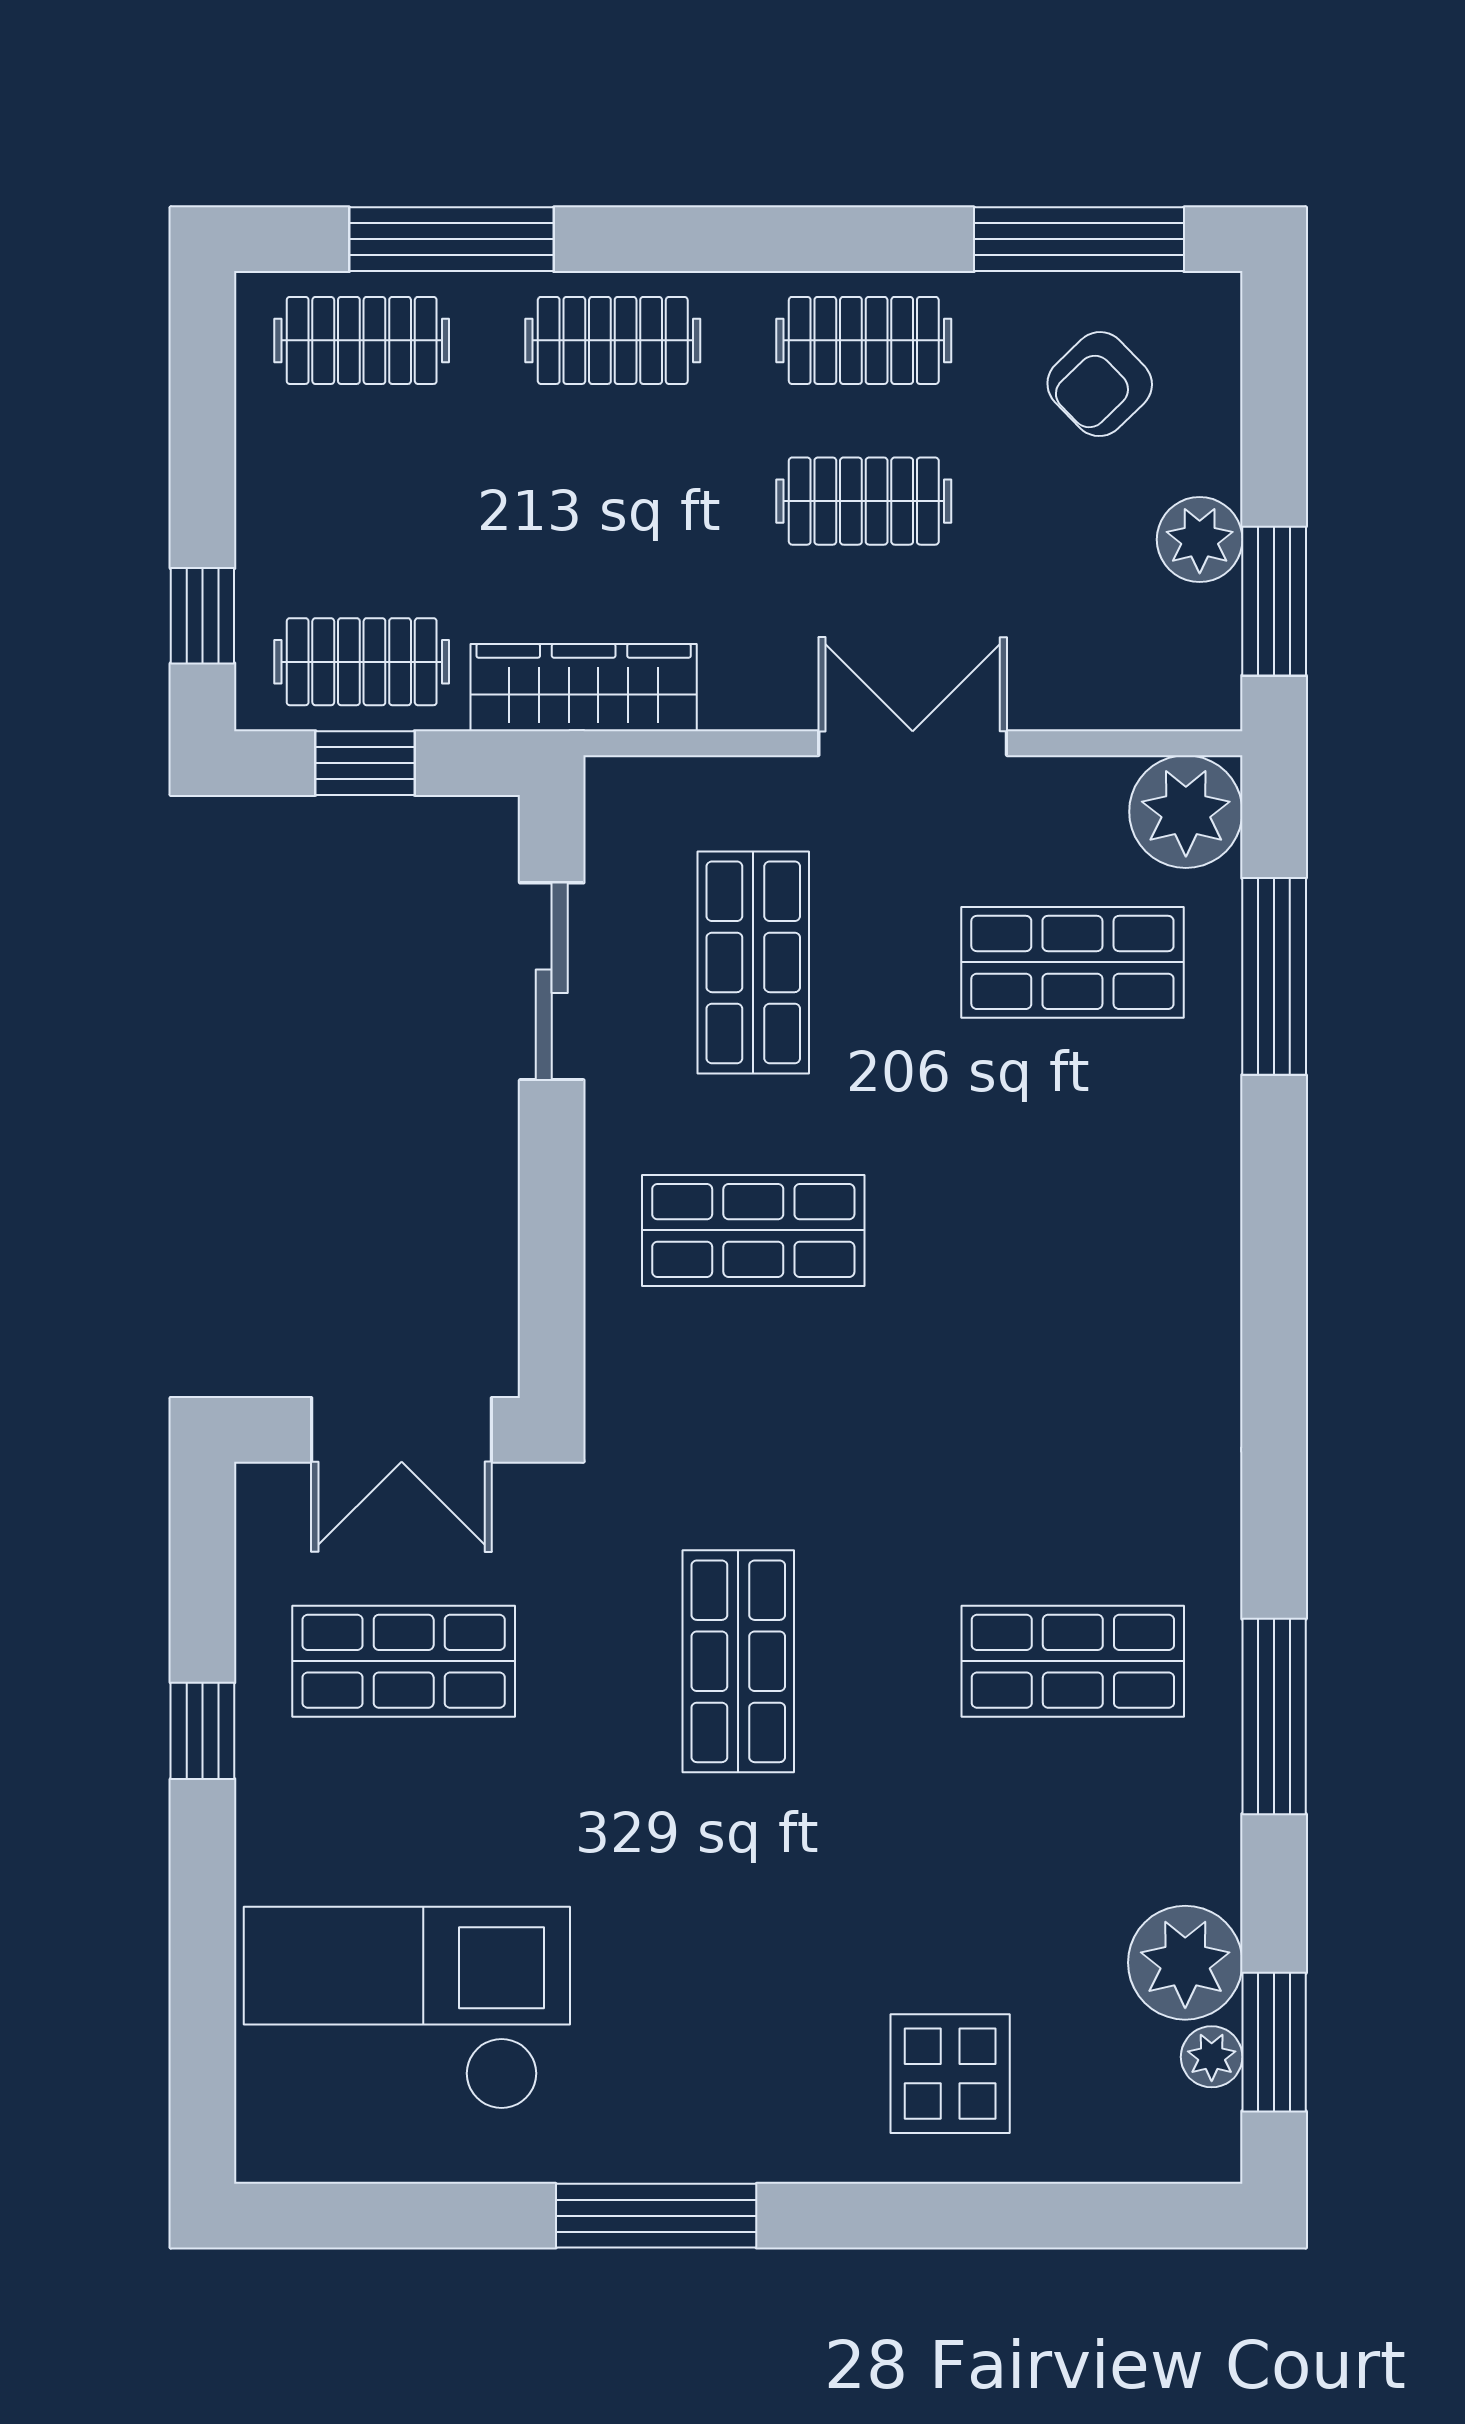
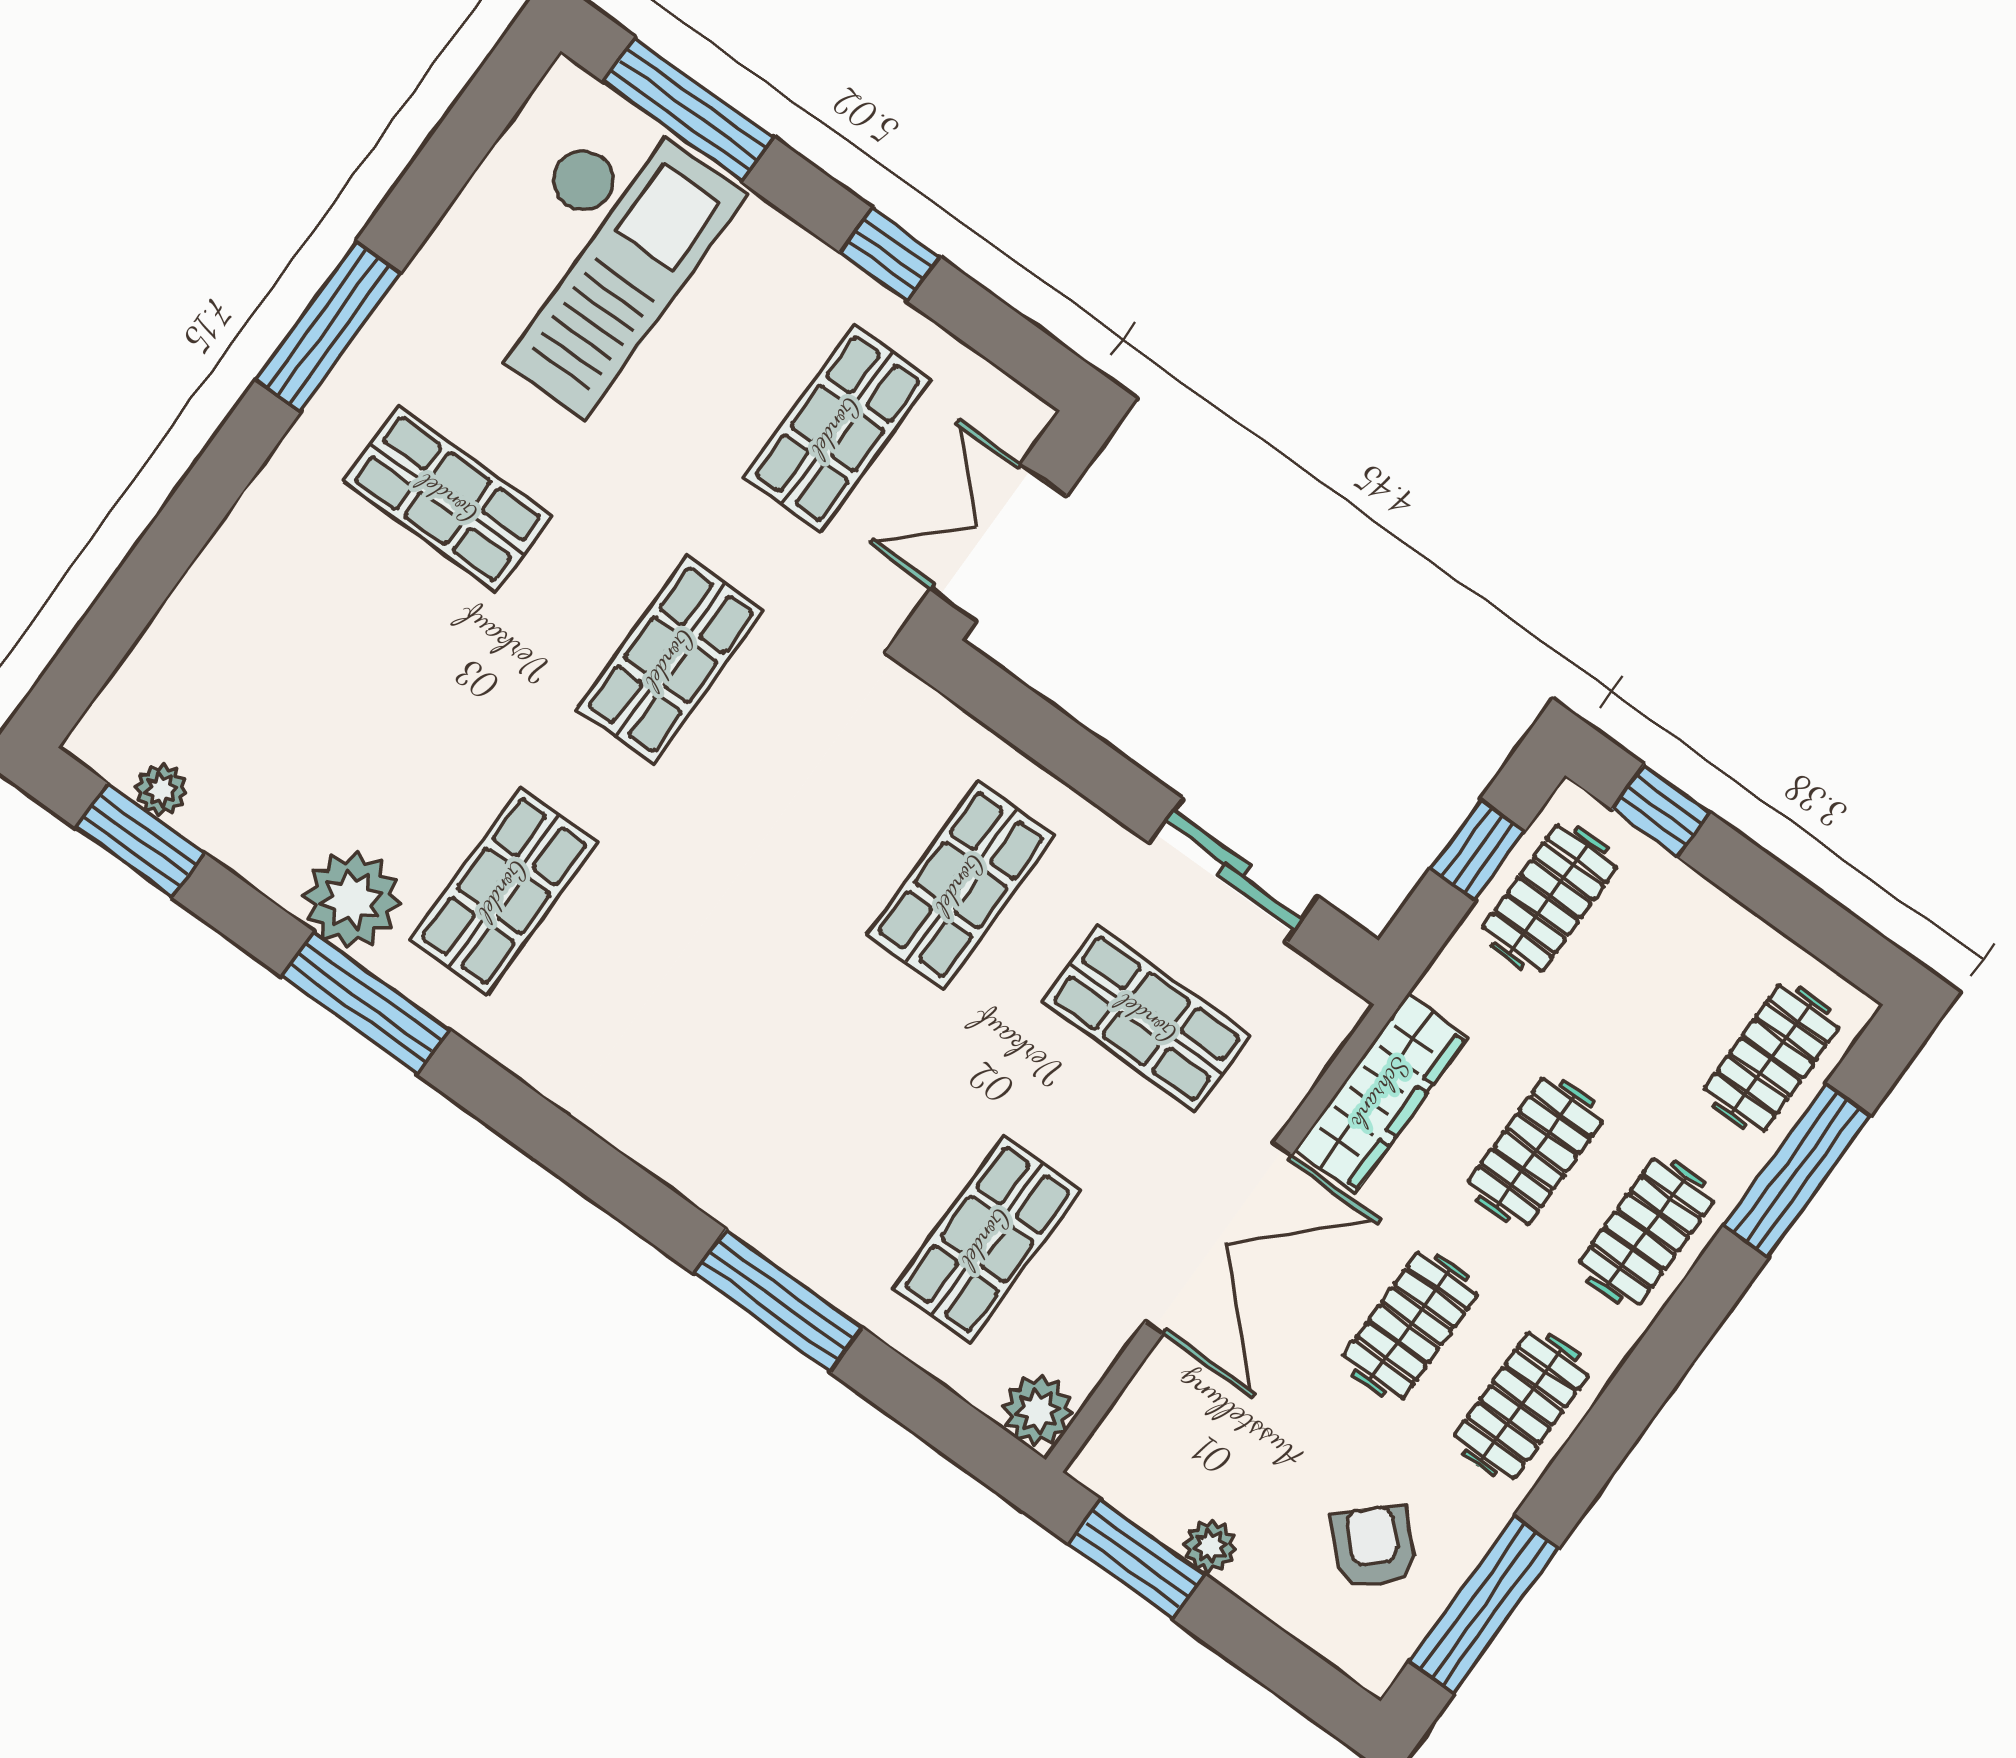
clothes rail: (613, 501) -> (1535, 1152), added
plant: (1200, 540) -> (1210, 1546), width x0.73, depth x0.73
wardrobe: (584, 688) -> (1381, 1094), moved
double door: (913, 743) -> (1218, 1238), width x1.37
plant: (1186, 812) -> (1038, 1411), width x0.73, depth x0.73
window: (1274, 976) -> (778, 1300), moved
shop shelf: (738, 1661) -> (671, 660), turned 90
plant: (1185, 1963) -> (352, 900), moved
shop shelf: (738, 1984) -> (447, 499), added
window: (202, 2022) -> (688, 109), added
display table: (950, 2074) -> (280, 601), removed

